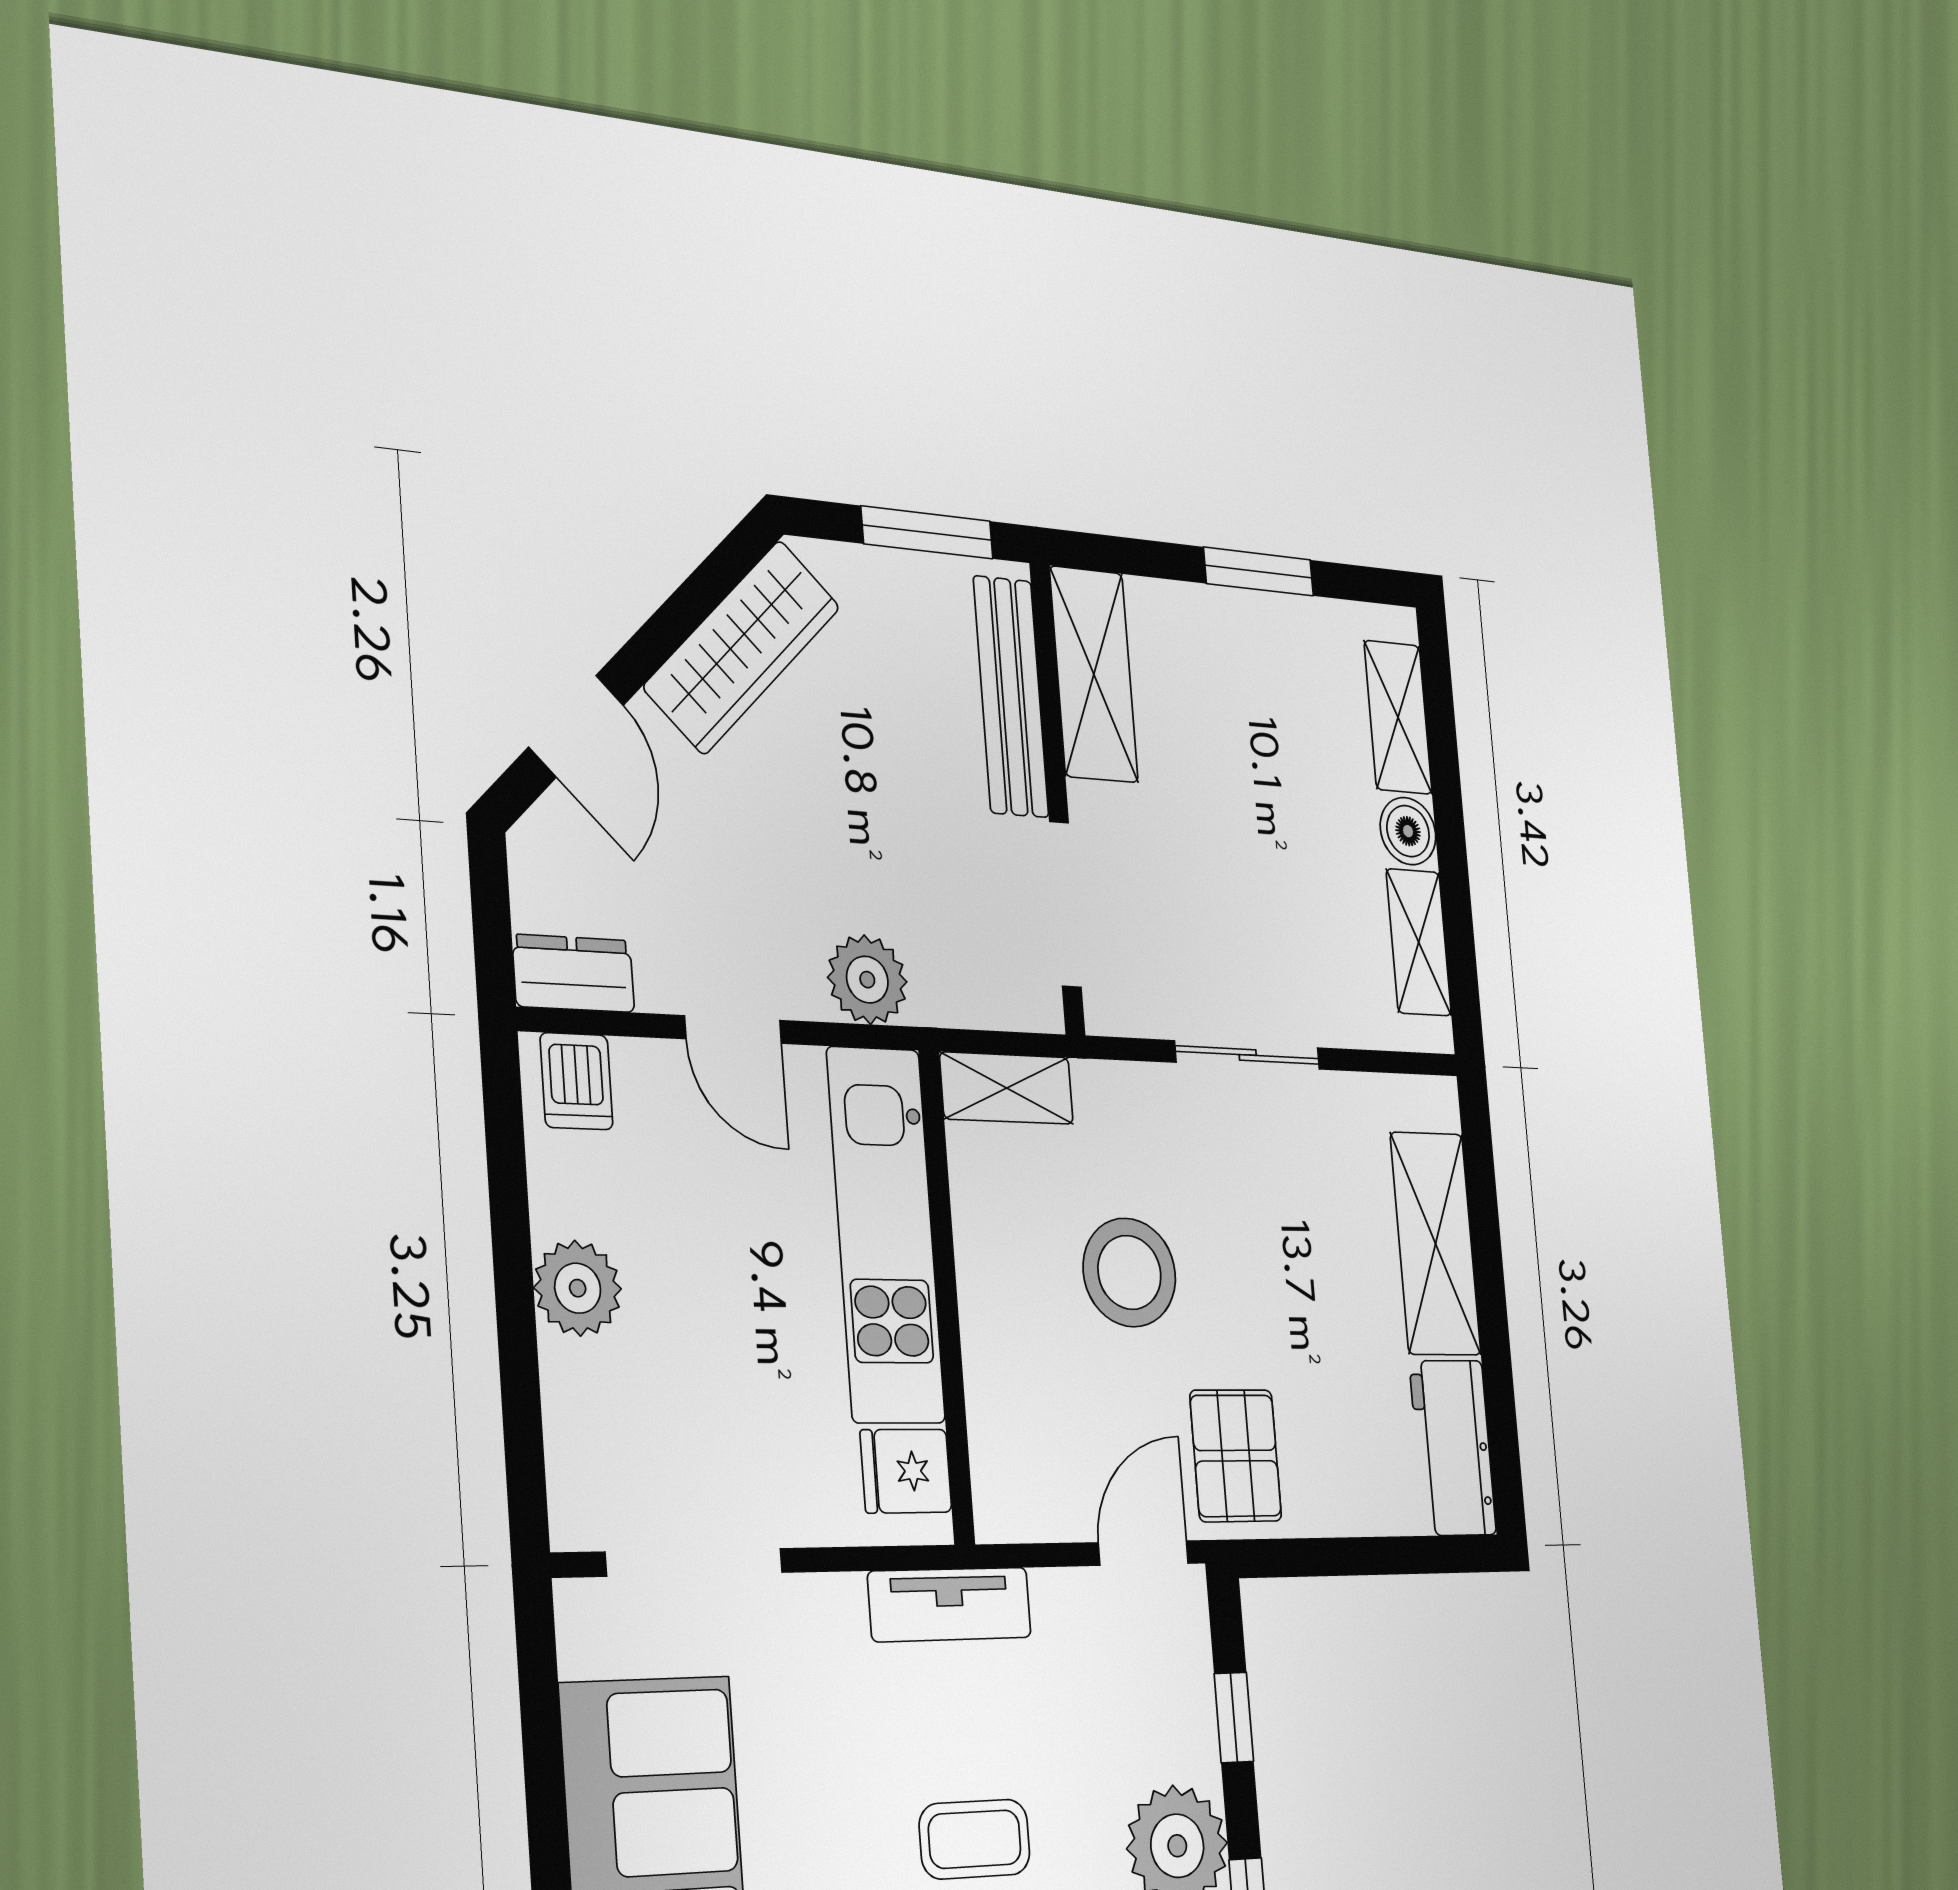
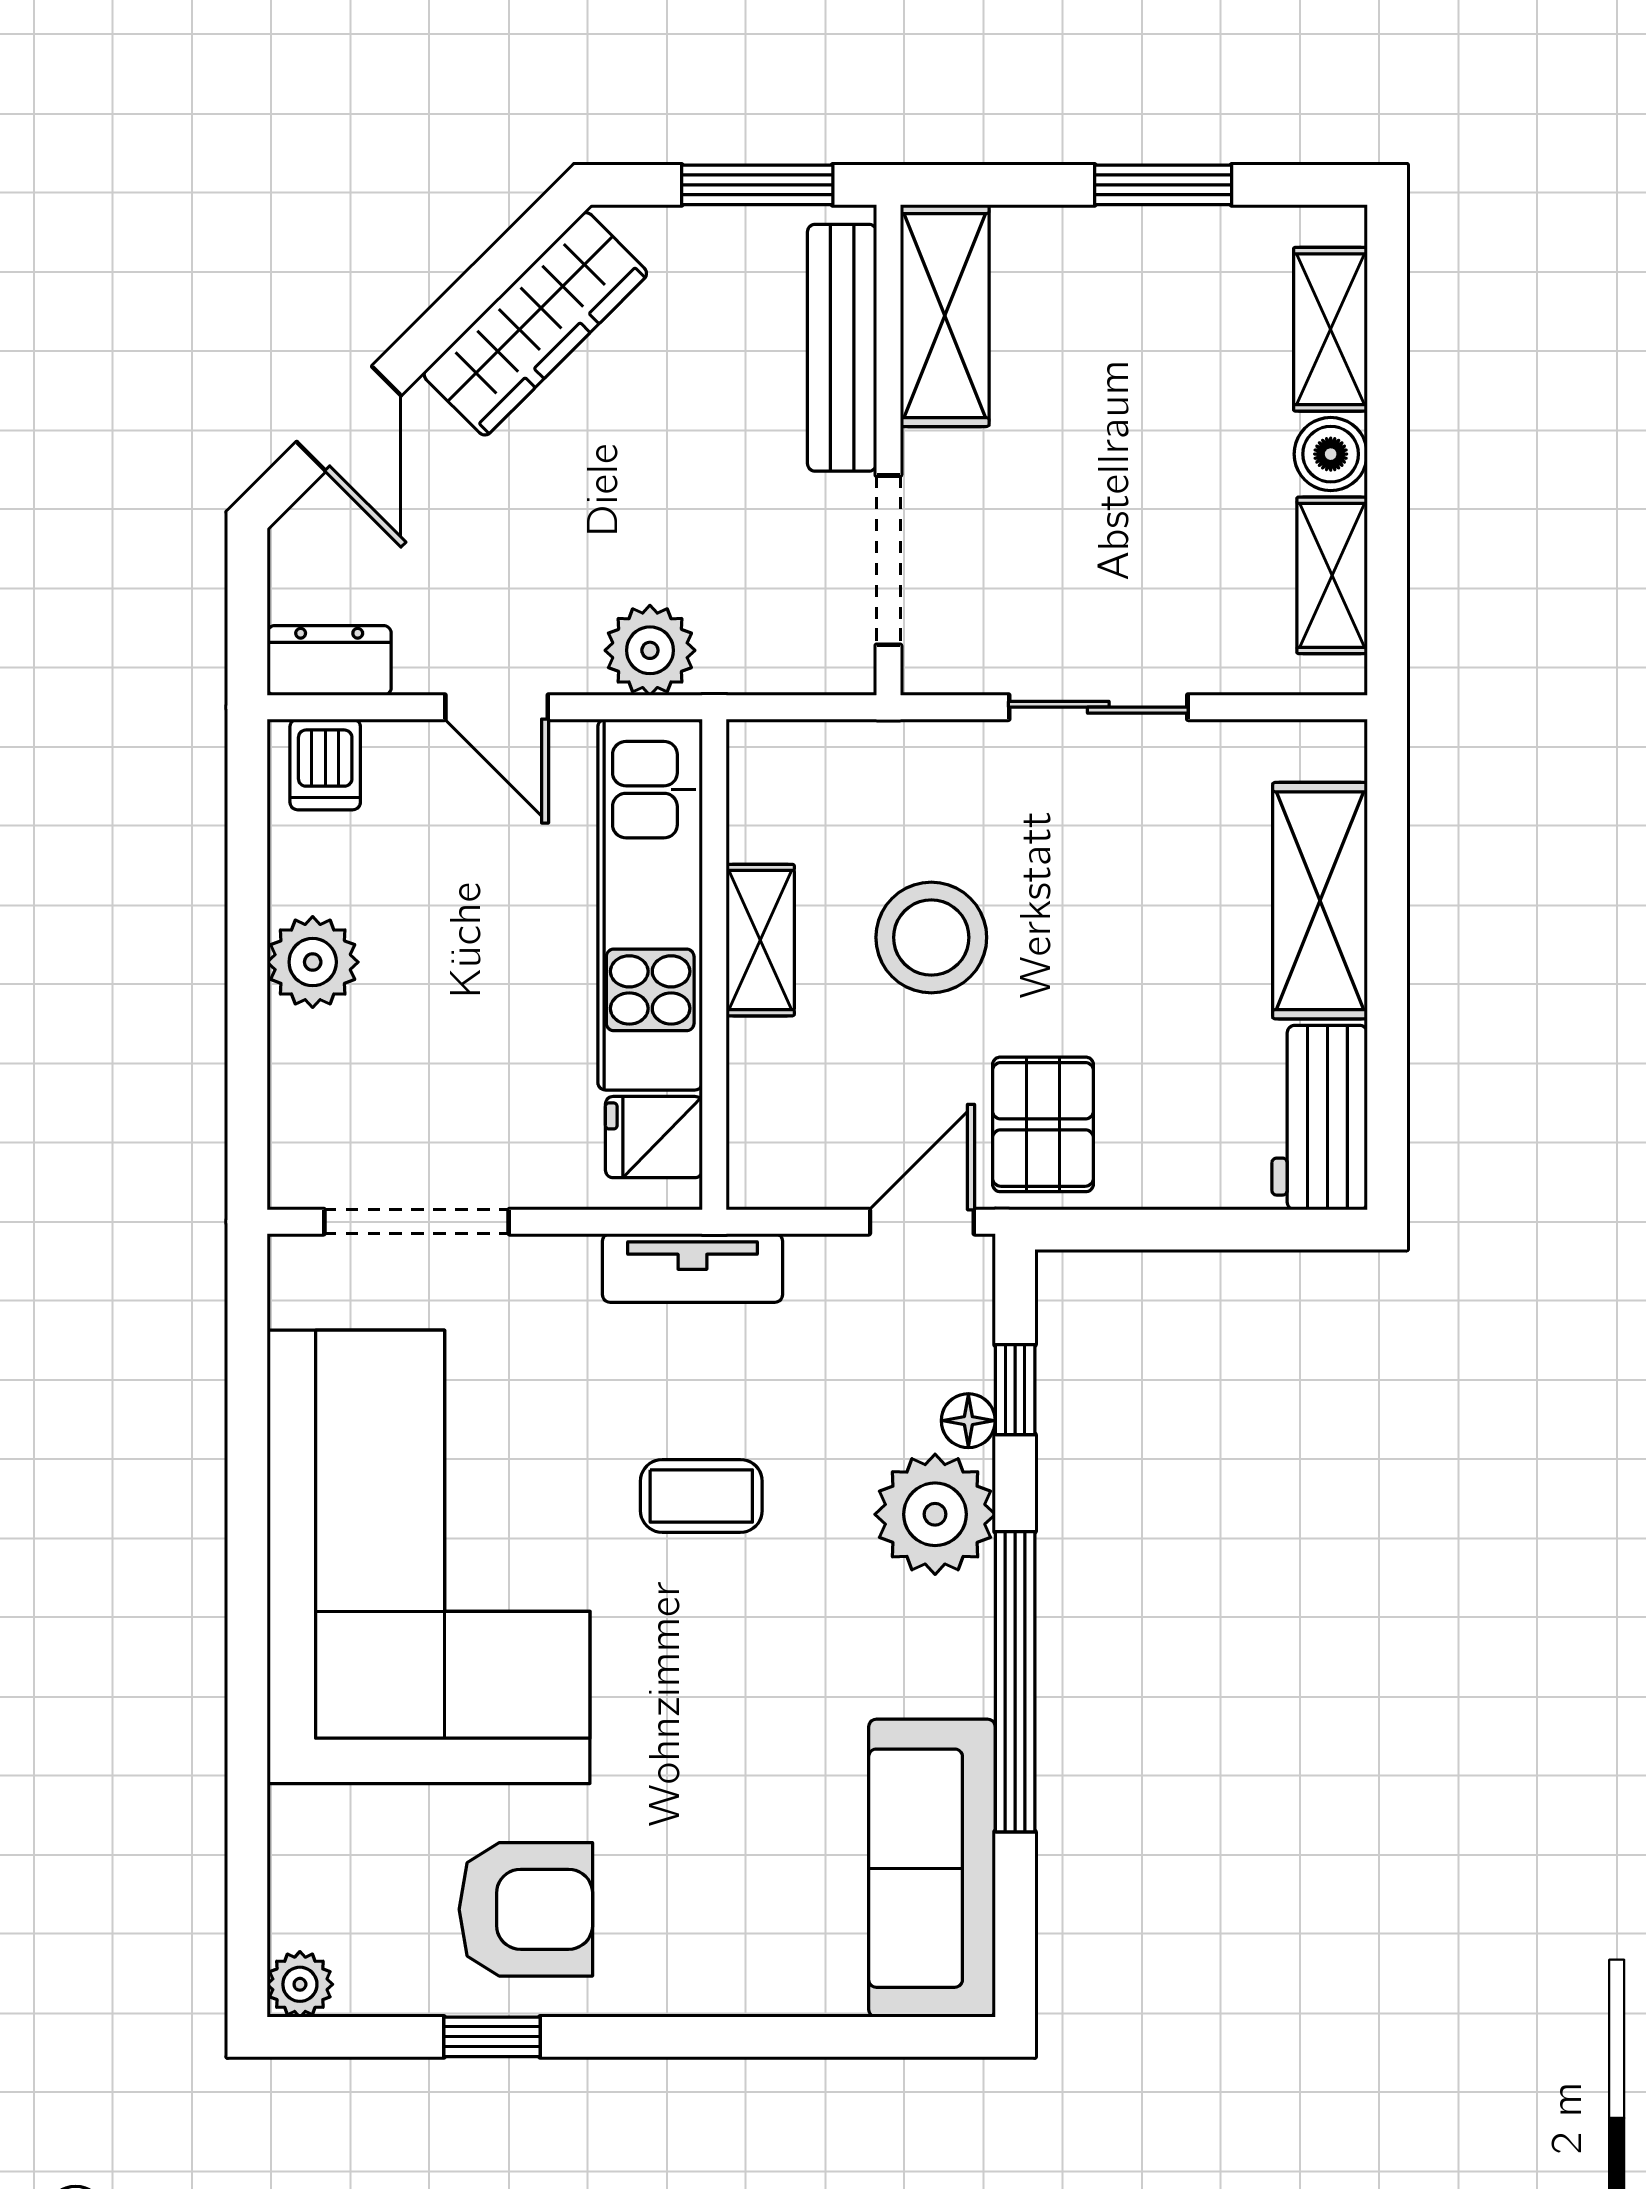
shelving: (1007, 1088) -> (760, 940), moved, turned 90
floor lamp: (1198, 1750) -> (968, 1421), added

